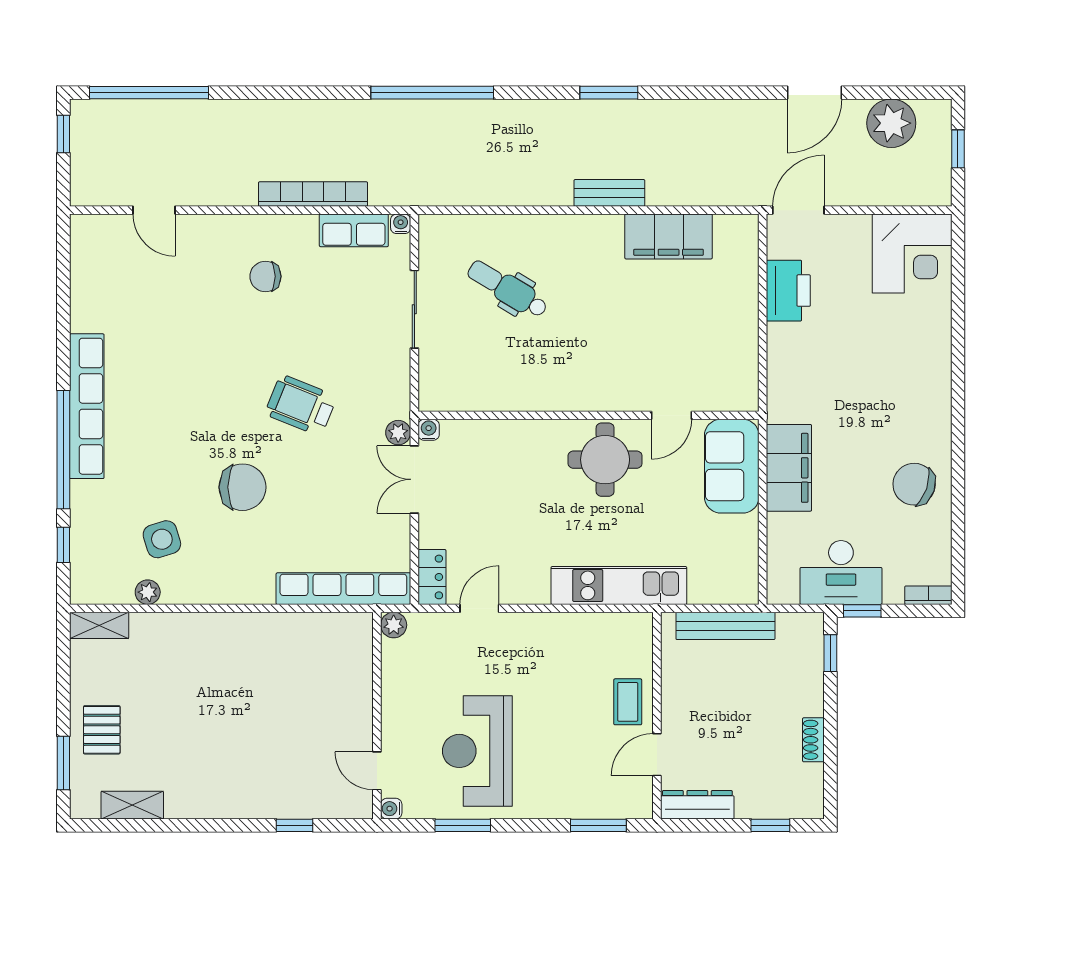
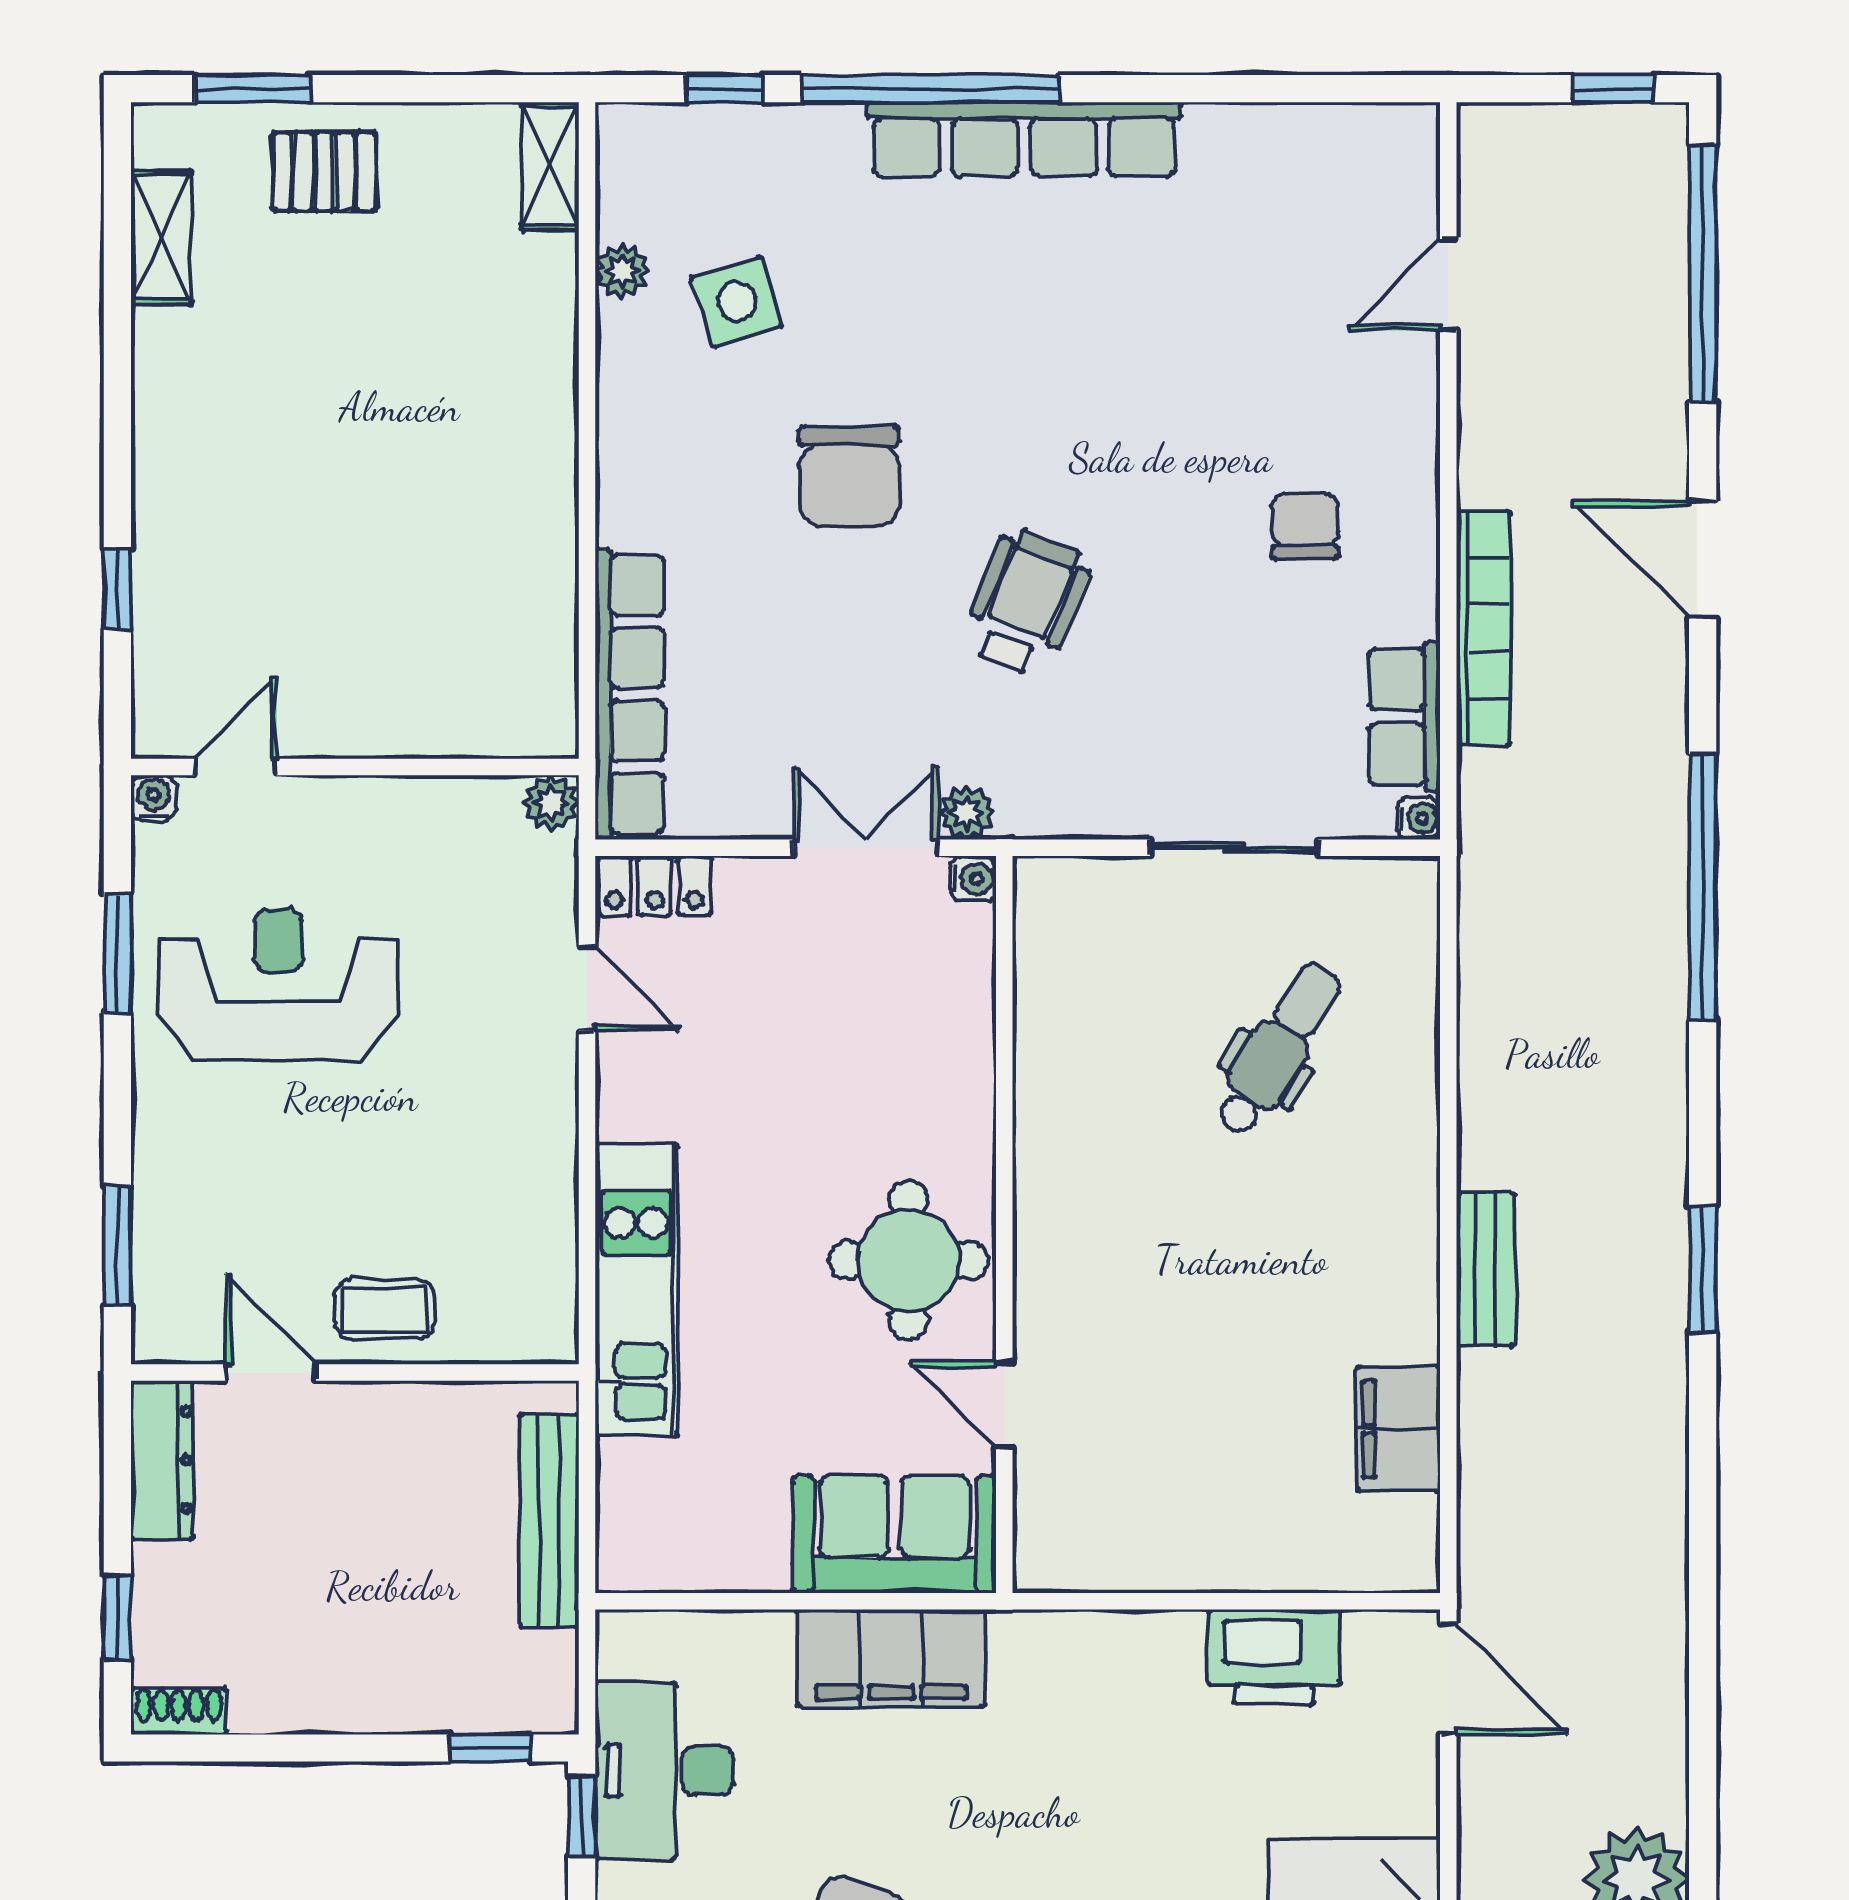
door: (815, 93) -> (1703, 559), moved
filing cabinet: (669, 236) -> (1398, 1429), width x0.67, depth x0.86
shoe rack: (813, 740) -> (179, 1711), moved

